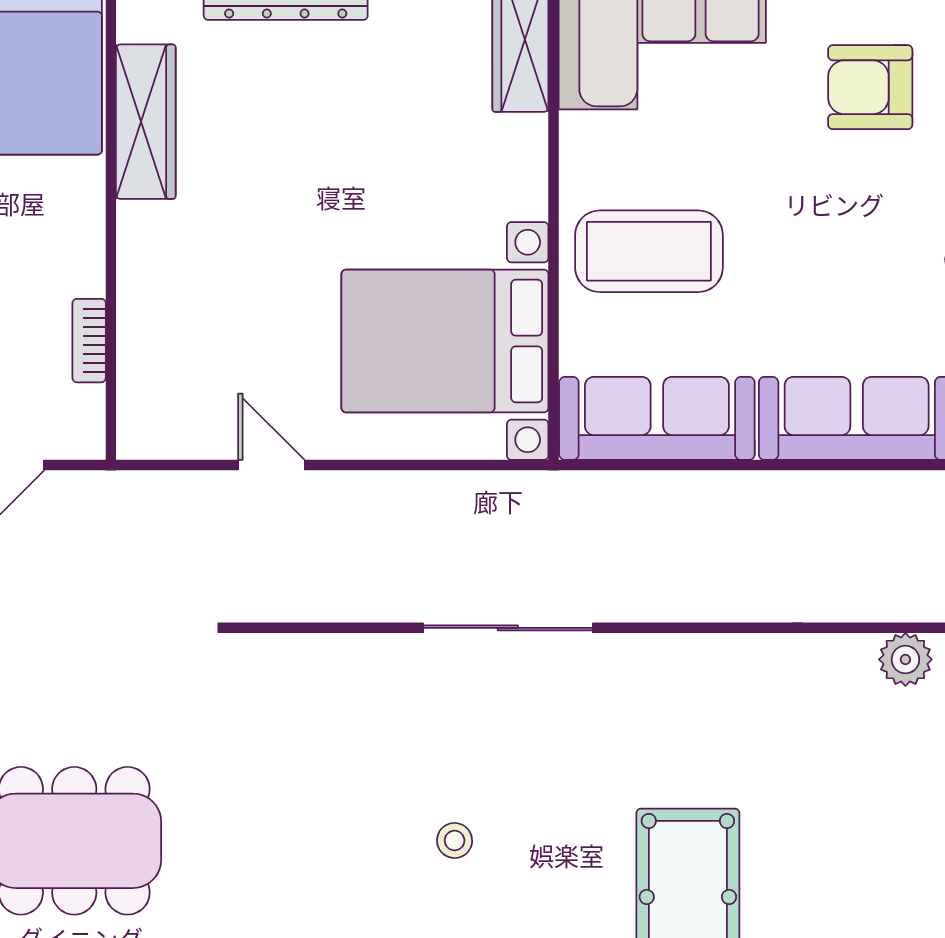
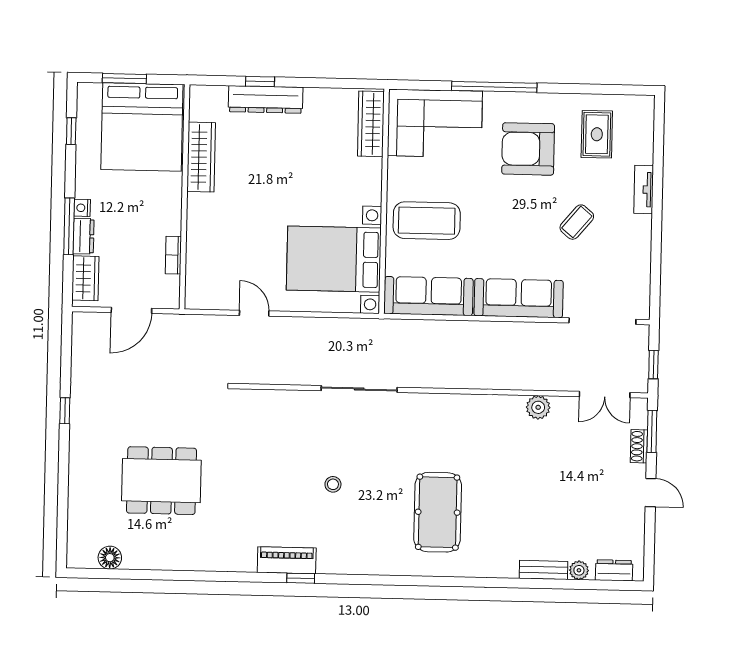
armchair: (870, 87) -> (528, 149), width x1.36, depth x1.36

